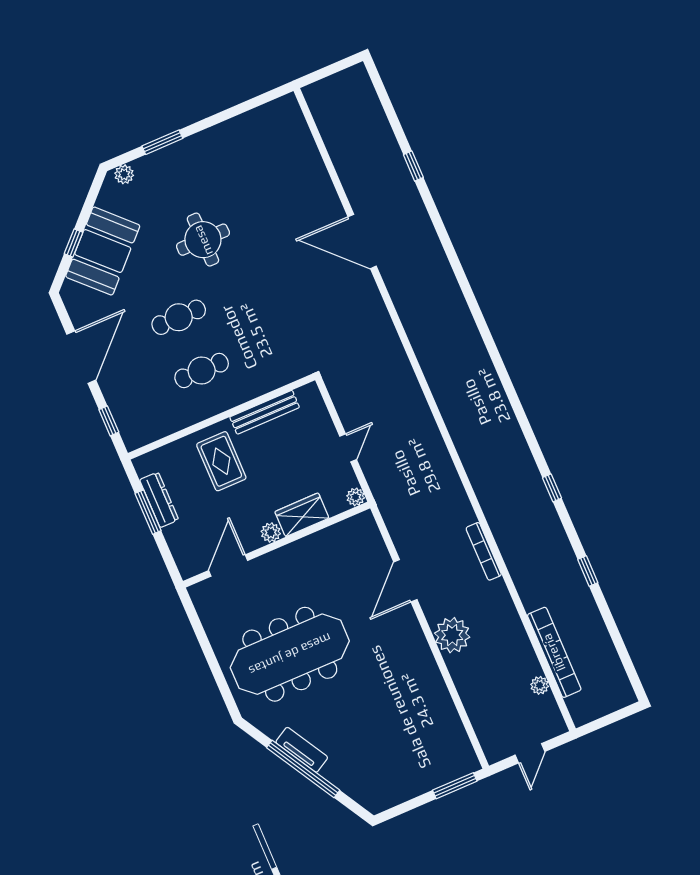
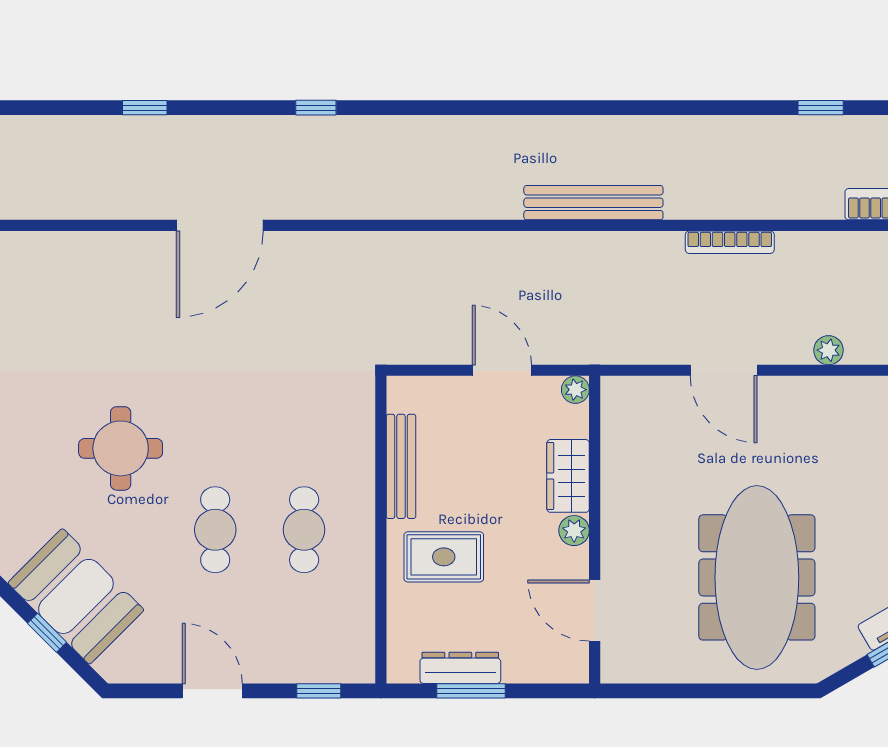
door: (81, 357) -> (212, 691), width x0.73
door: (348, 448) -> (502, 370), width x1.38
bench: (472, 460) -> (593, 203), added
window: (552, 488) -> (316, 108), moved
plant: (452, 635) -> (828, 350), width x0.53, depth x0.53

